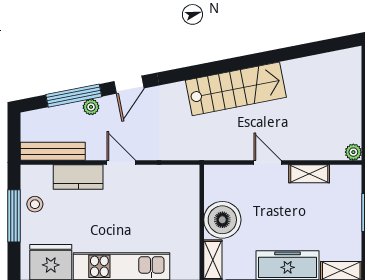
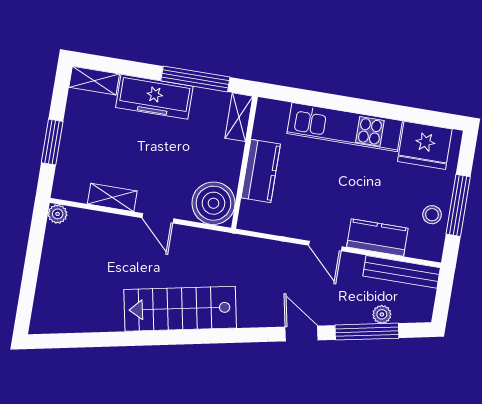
door: (129, 85) -> (302, 334), hinge flipped
plant: (91, 107) -> (382, 314), moved
kitchen counter: (187, 217) -> (261, 171), added
boiler: (222, 220) -> (213, 203), moved

